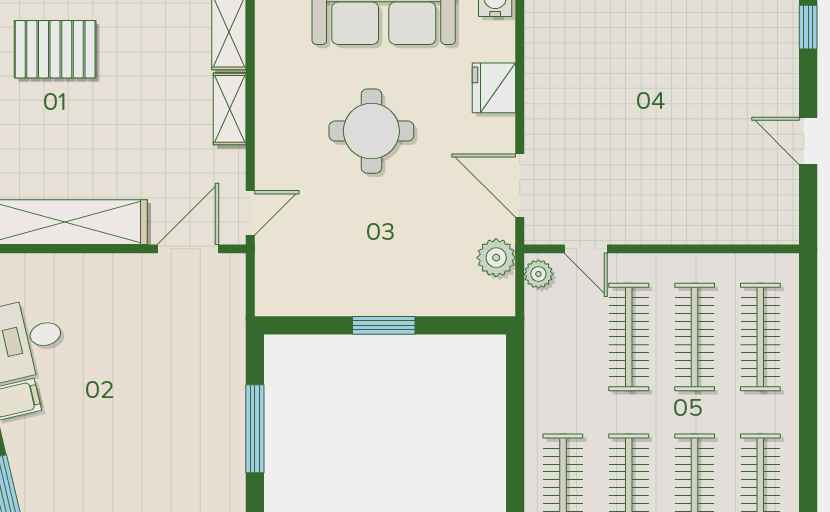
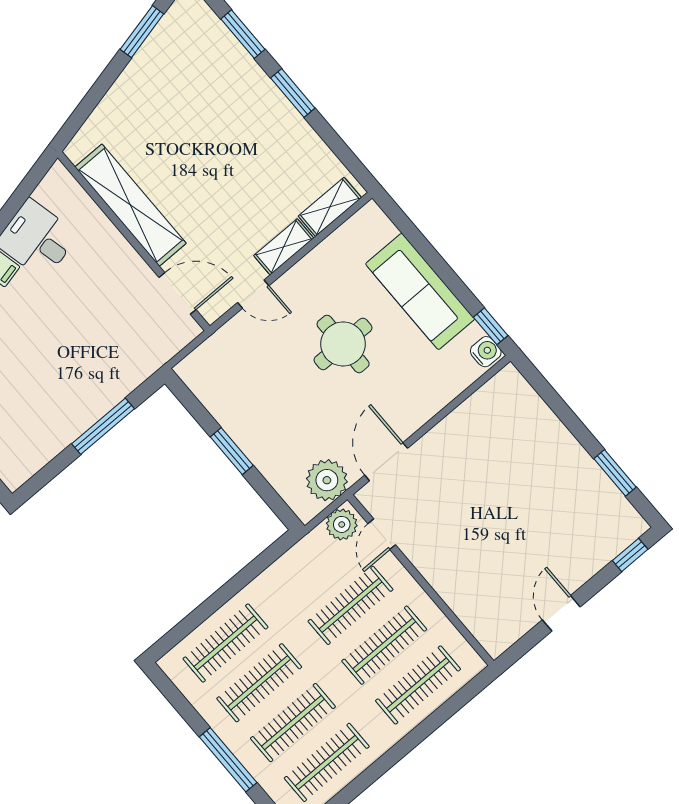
pallet: (55, 49) -> (230, 111), removed
fridge: (494, 88) -> (432, 396), removed
door: (250, 213) -> (253, 294), moved
plant: (496, 258) -> (327, 480), width x1.36, depth x1.36
plant: (538, 274) -> (342, 524), width x1.38, depth x1.38

